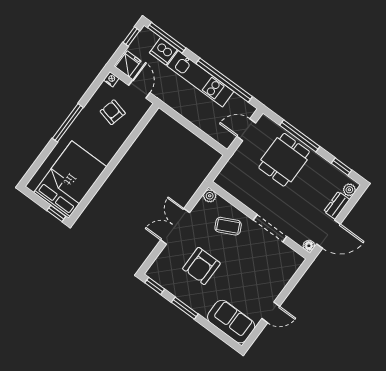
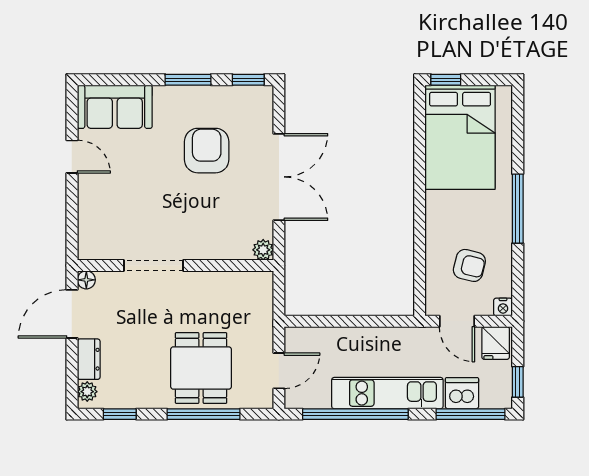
double door: (175, 226) -> (279, 177), width x1.37
coffee table: (228, 226) -> (210, 228), removed
door: (271, 312) -> (72, 157), swing flipped

